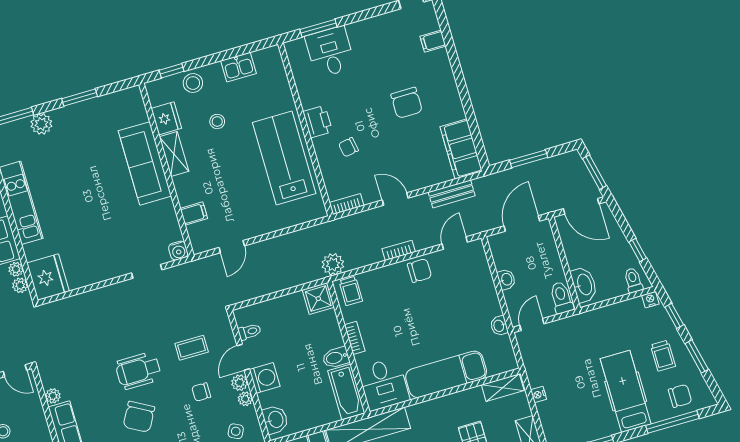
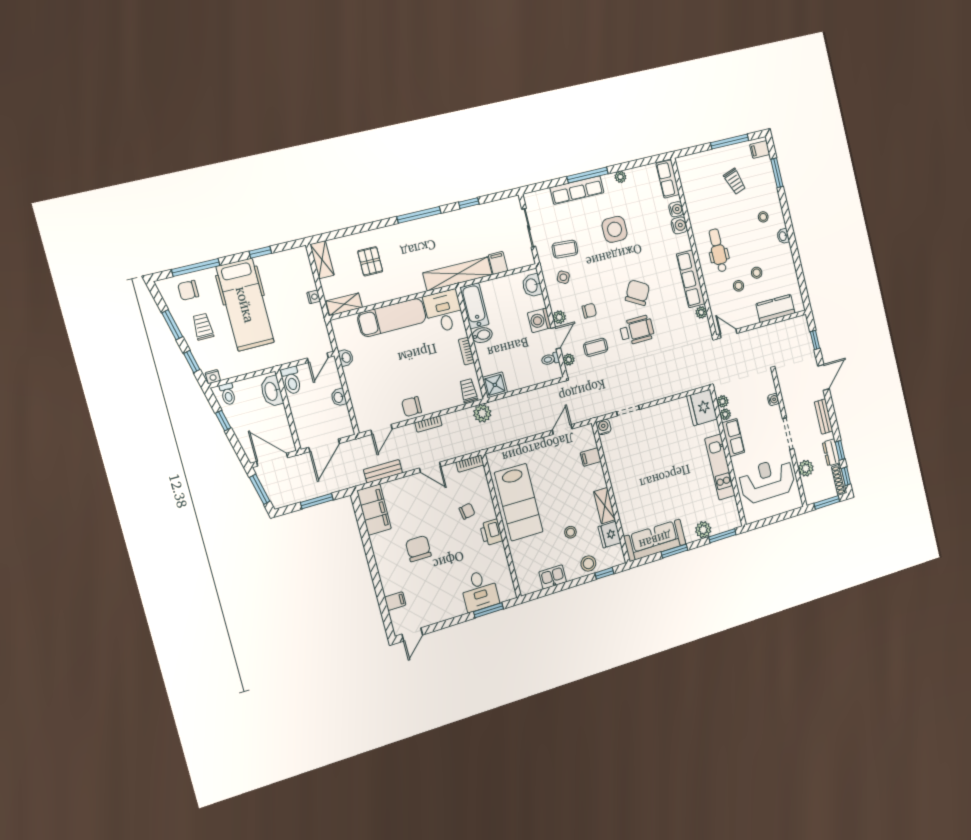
sofa: (145, 163) -> (655, 540), moved, turned -90
hospital bed: (626, 391) -> (245, 305), width x1.37, depth x1.29
plant: (245, 399) -> (569, 360), moved

